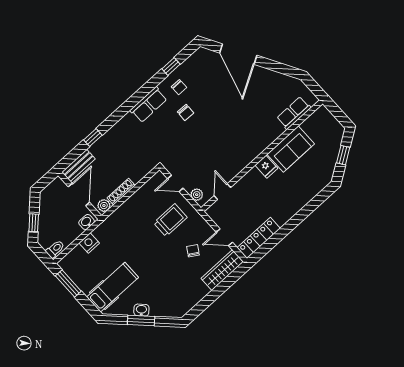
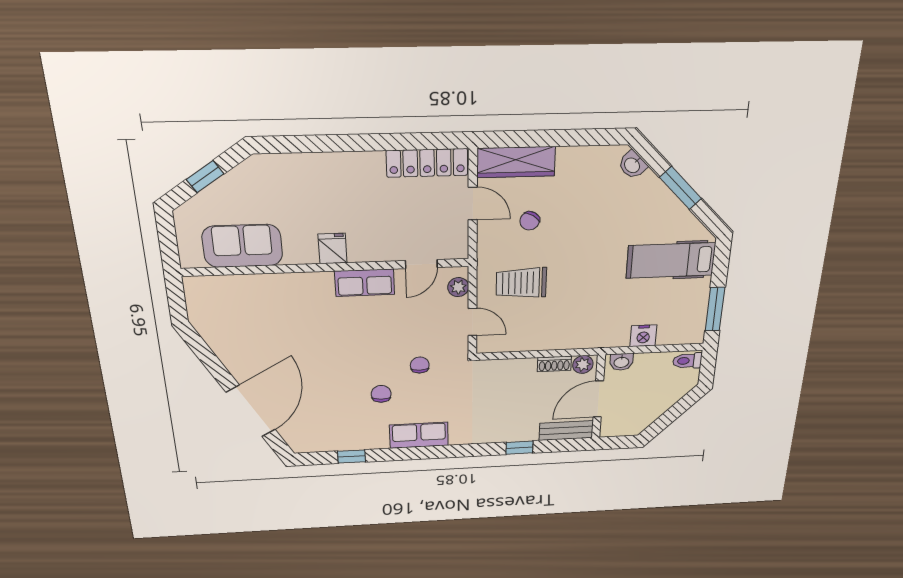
chair: (179, 87) -> (420, 365), moved
row of seats: (294, 113) -> (365, 283), moved
sofa: (291, 149) -> (242, 246), moved
shoe rack: (121, 192) -> (554, 364), width x0.70
window: (34, 223) -> (679, 408), removed
washbasin: (141, 310) -> (632, 165), moved

